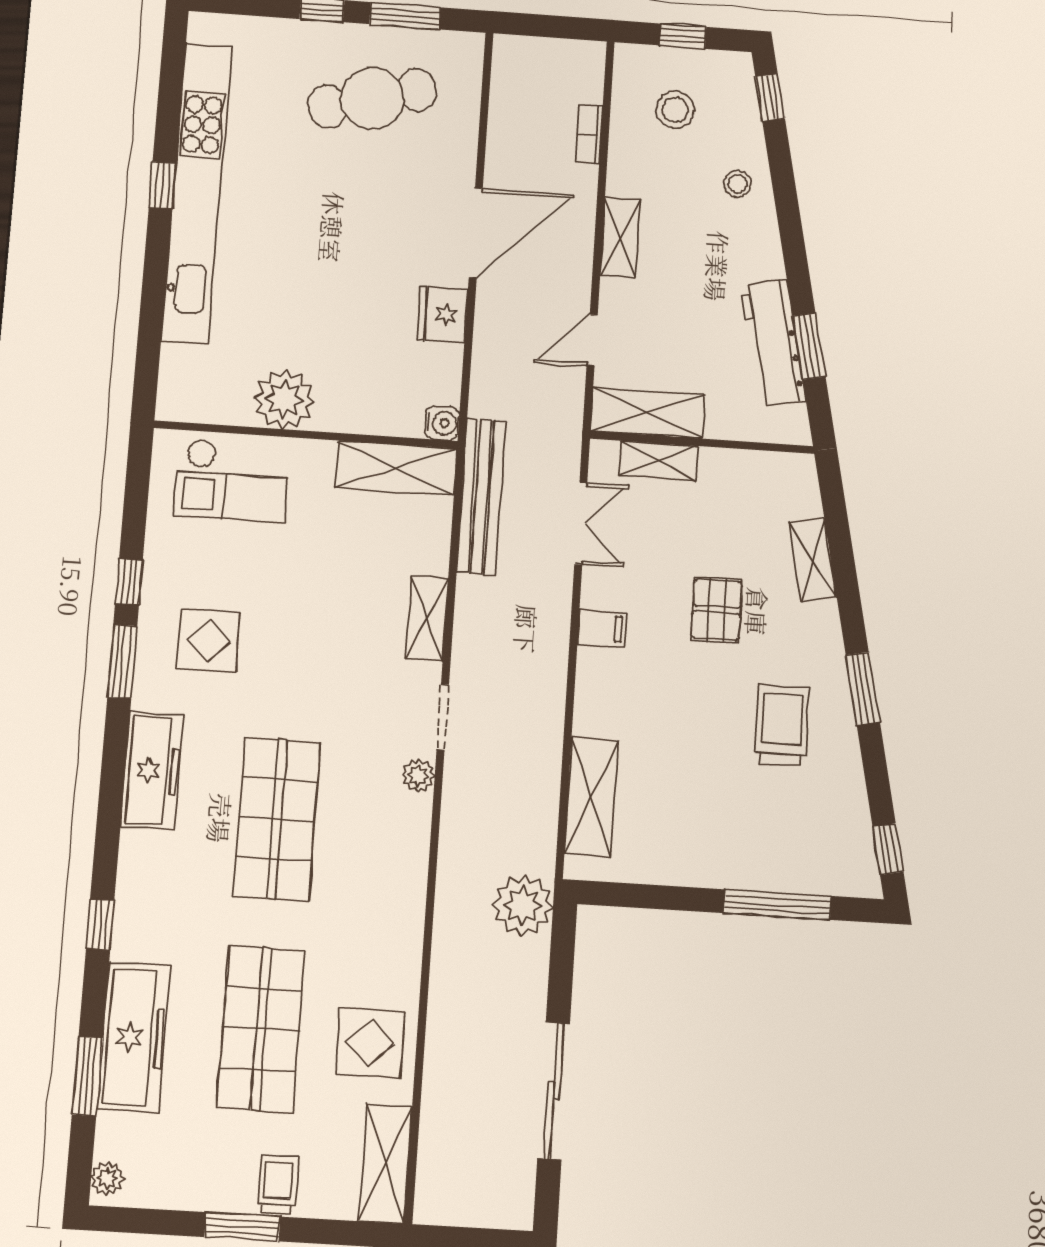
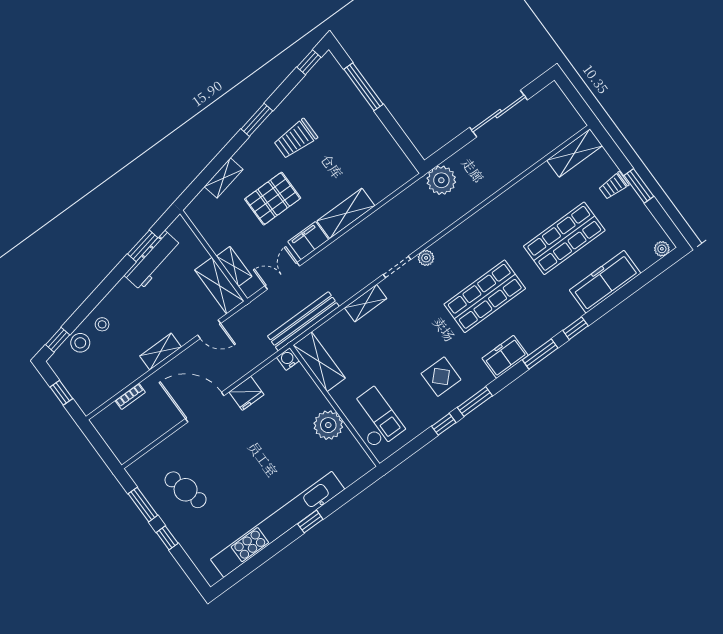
cafe table: (372, 98) -> (186, 490), width x0.73, depth x0.74
stool: (675, 110) -> (80, 343), moved
window: (162, 185) -> (310, 522), moved
pallet: (716, 610) -> (273, 199), width x1.50, depth x1.42
filing cabinet: (602, 628) -> (308, 241), width x2.00
freezer: (152, 770) -> (505, 357), width x0.71
shelving: (591, 797) -> (346, 213), moved
display table: (370, 1043) -> (536, 195), removed
window: (87, 1076) -> (540, 354), moved

